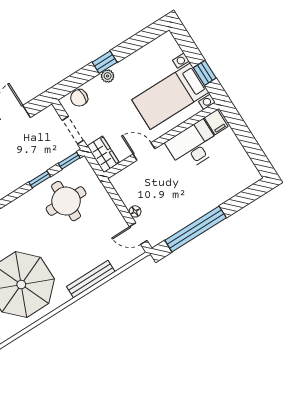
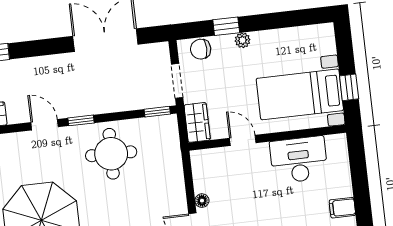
window: (105, 62) -> (226, 26), moved
filing cabinet: (216, 122) -> (342, 208), moved, turned 90
window: (40, 179) -> (81, 120), moved
round table: (66, 201) -> (111, 154), moved

